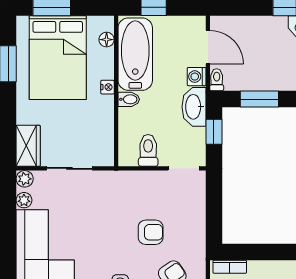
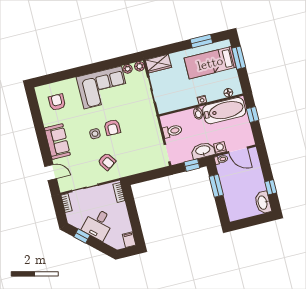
door: (208, 47) -> (238, 150), hinge flipped
bed: (58, 58) -> (210, 63), width x0.67
armchair: (151, 232) -> (112, 127), moved

